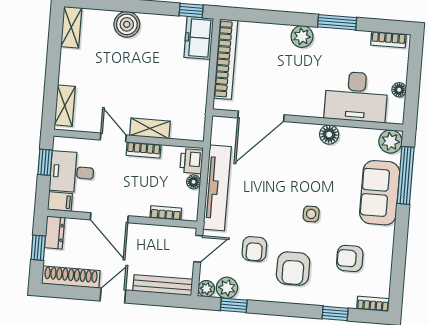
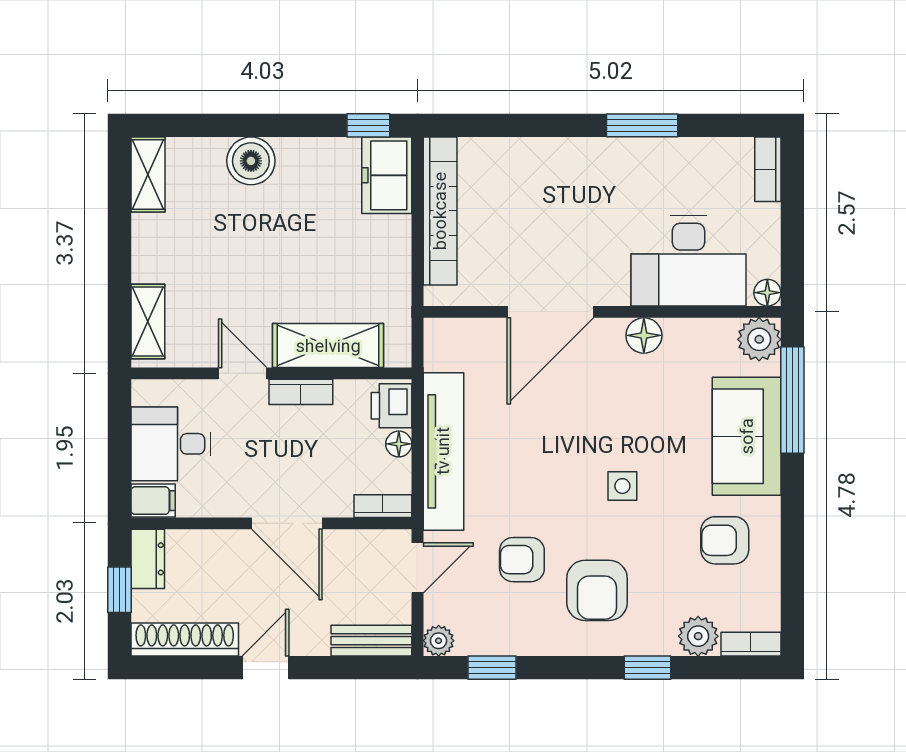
plant: (302, 37) -> (579, 157), removed
bookcase: (388, 39) -> (768, 169), moved, turned 90
floor lamp: (399, 90) -> (767, 293), moved
door: (261, 116) -> (550, 312), moved
shelving: (150, 128) -> (328, 346), width x1.50, depth x1.33
window: (45, 162) -> (119, 430), removed
bookcase: (166, 213) -> (383, 506), moved
door: (109, 218) -> (287, 523), moved
armchair: (254, 249) -> (522, 560), turned 90
armchair: (350, 258) -> (725, 540), moved
bench: (163, 285) -> (371, 641), width x0.73
plant: (227, 288) -> (698, 636), moved
window: (335, 313) -> (647, 668), moved

